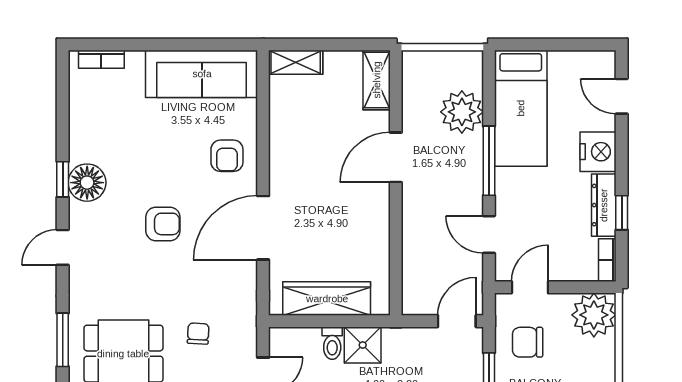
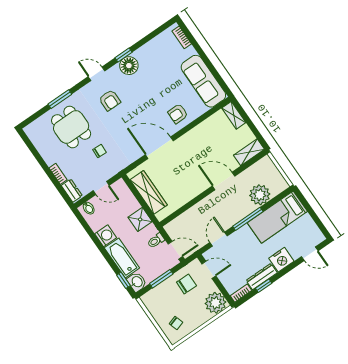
door: (622, 96) -> (310, 254), swing flipped
armchair: (163, 224) -> (110, 100), moved
chair: (528, 342) -> (186, 284), turned 91
toilet: (332, 343) -> (156, 241), moved

